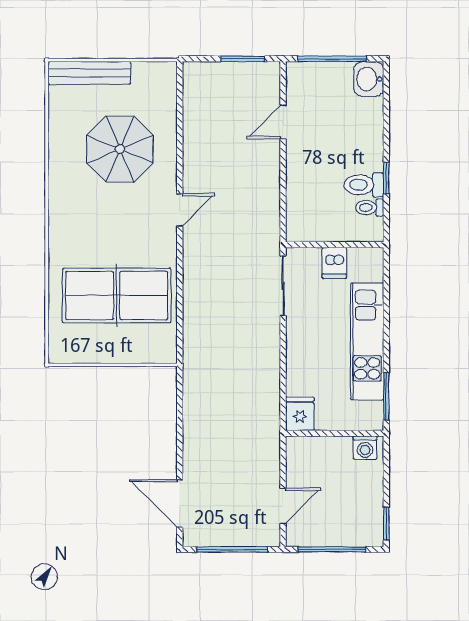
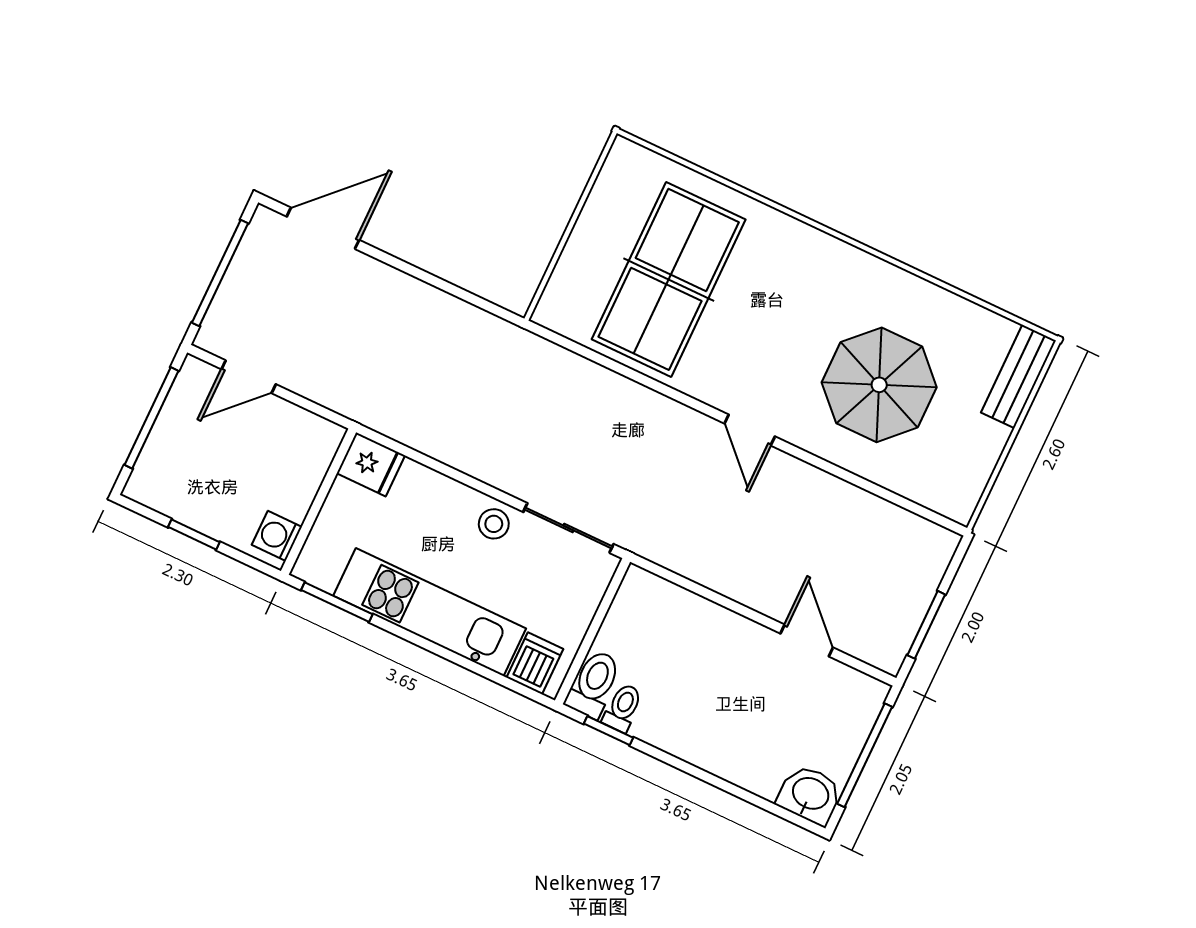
bench: (89, 73) -> (1019, 377), width x0.73
window: (386, 178) -> (609, 731), moved
toilet: (364, 185) -> (594, 684), moved
dishwasher: (334, 263) -> (535, 663), moved, turned 90
stool: (301, 329) -> (494, 524), added
door: (283, 506) -> (249, 377), hinge flipped
window: (386, 524) -> (194, 535), moved

